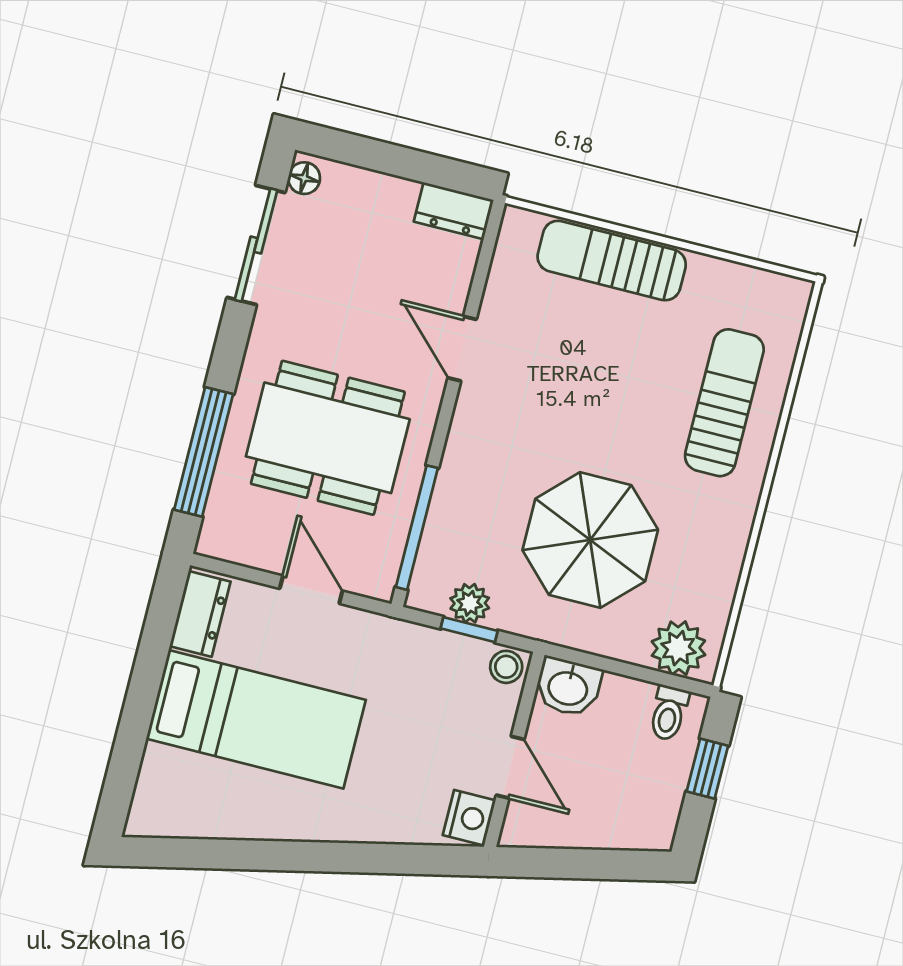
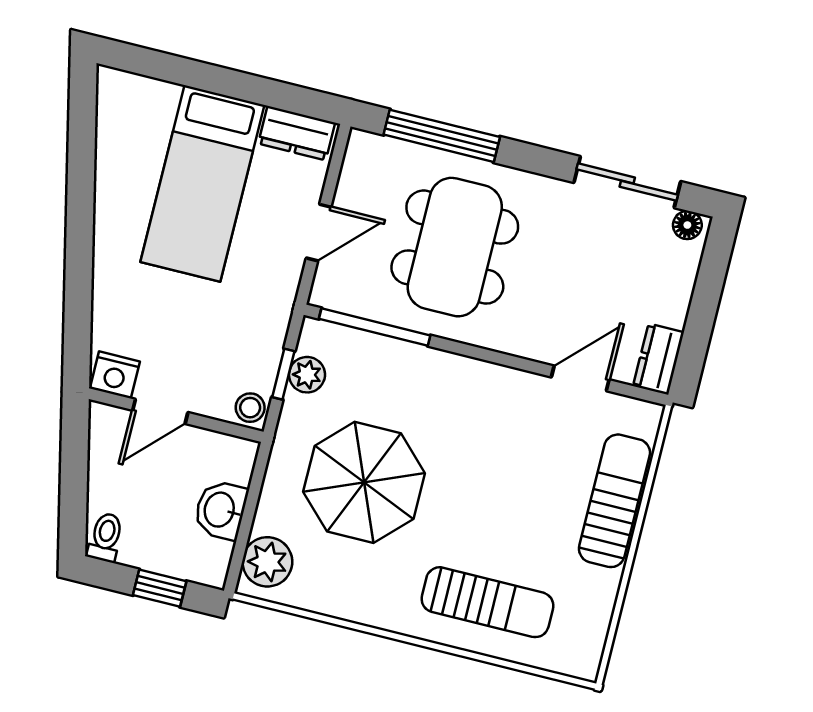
door: (462, 349) -> (580, 378), moved
washbasin: (568, 687) -> (221, 510), moved
toilet: (669, 713) -> (106, 537), moved, turned 90

